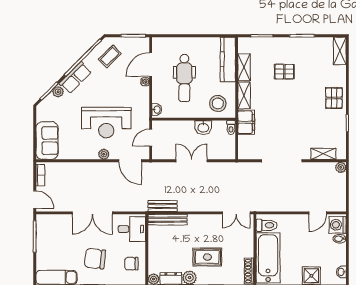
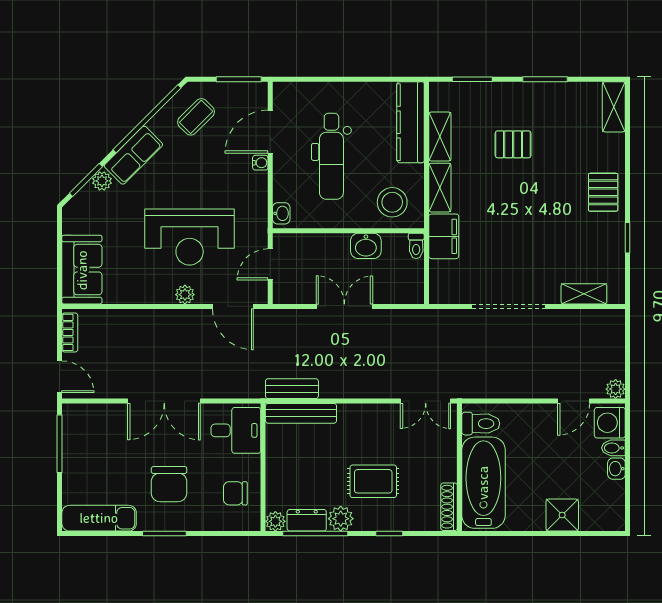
plant: (341, 167) -> (616, 389), moved
chair: (95, 259) -> (169, 484), turned -96
washbasin: (341, 272) -> (616, 469), moved

